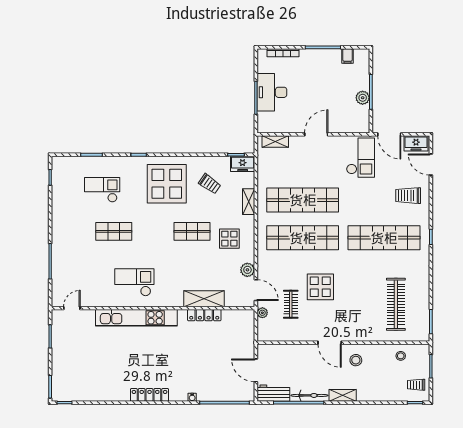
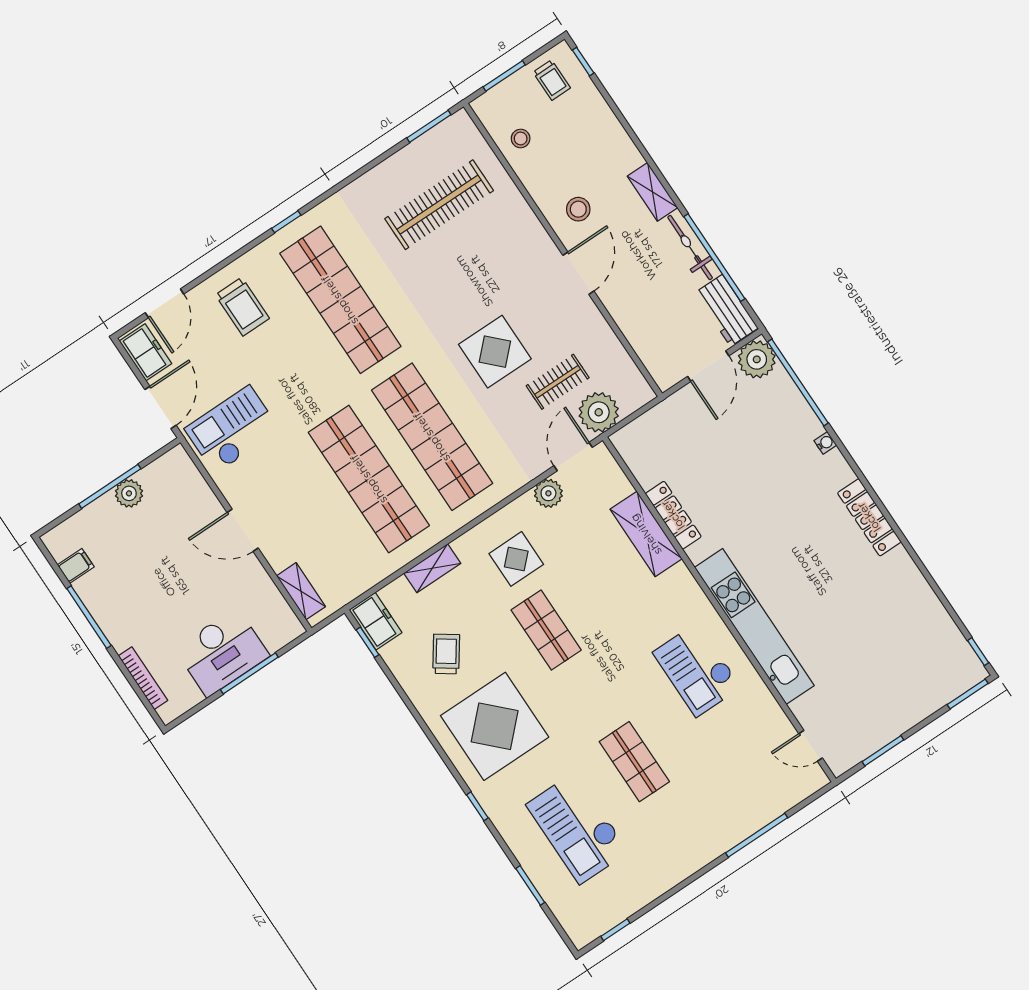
checkout: (102, 190) -> (578, 828), width x1.36, depth x1.21
plant: (262, 313) -> (599, 412), width x1.88, depth x1.88
plant: (245, 392) -> (757, 359), added

